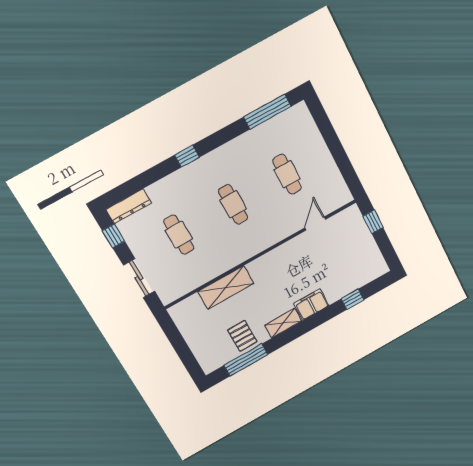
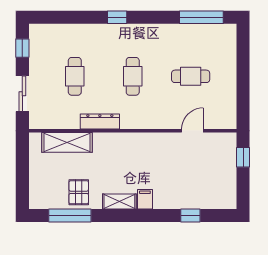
cafe table: (287, 174) -> (191, 76), turned 90
dresser: (129, 206) -> (100, 121), moved, turned 180
shelving: (226, 288) -> (67, 142), moved
filing cabinet: (311, 304) -> (145, 199), width x0.50

